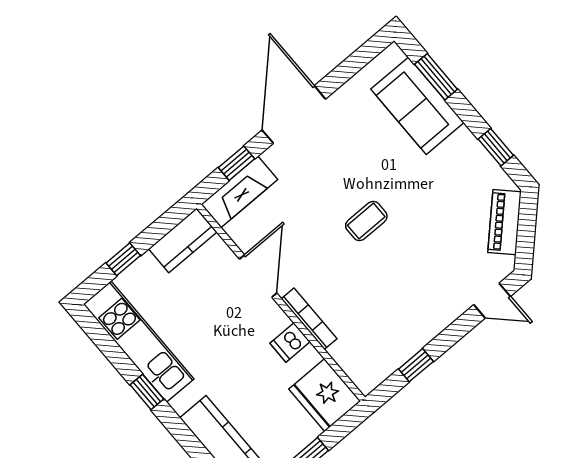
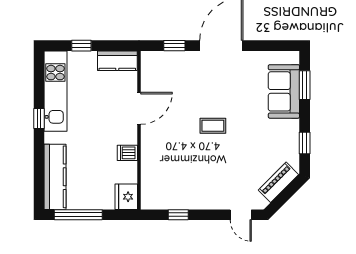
fireplace: (239, 192) -> (164, 60), removed
bookcase: (309, 319) -> (146, 149), removed
fridge: (325, 395) -> (126, 197), width x0.73, depth x0.75

